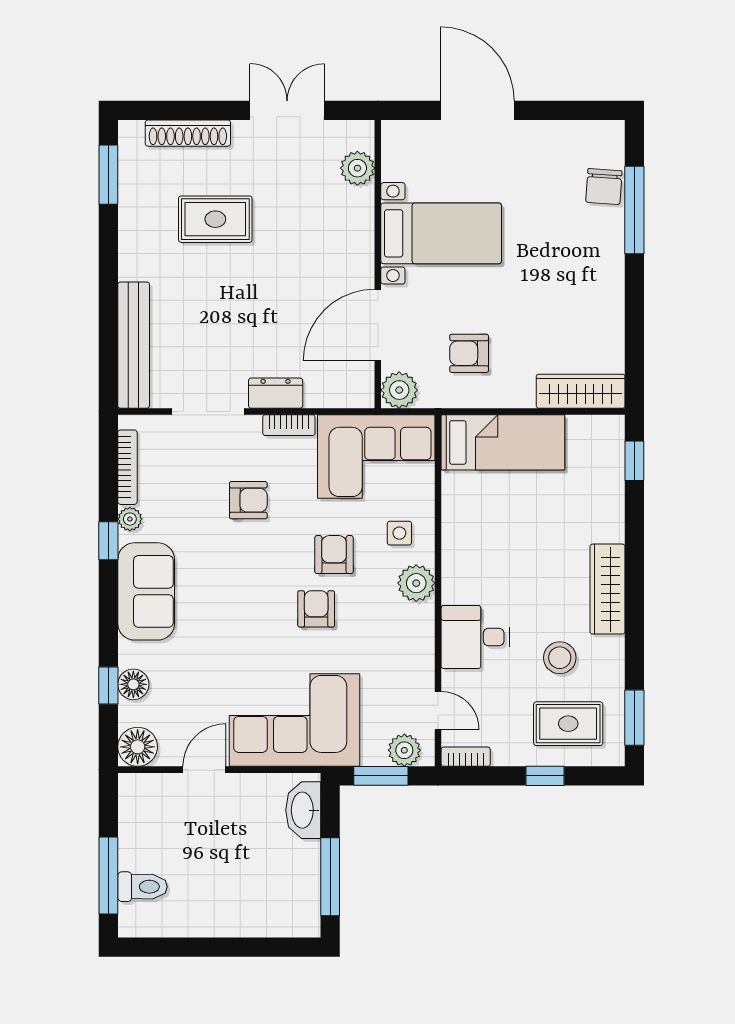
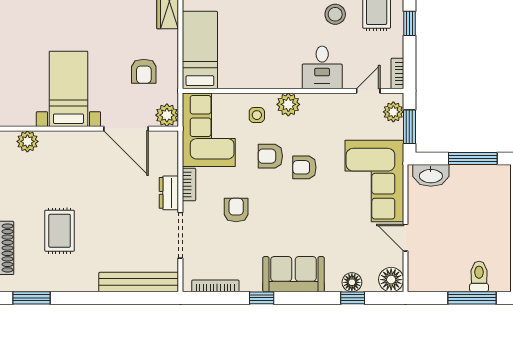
plant: (130, 519) -> (248, 284), removed

